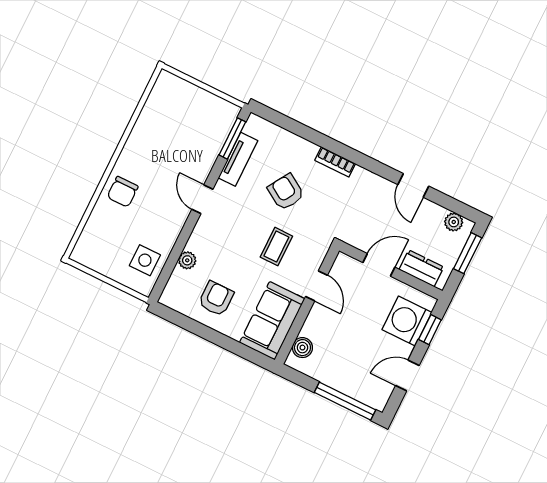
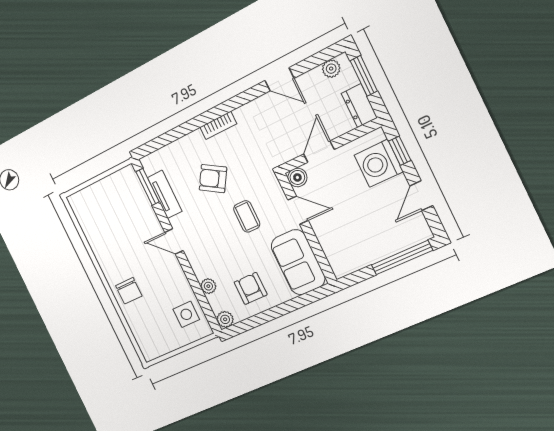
dresser: (421, 268) -> (359, 106), moved, turned -90
plant: (170, 298) -> (225, 319), added
boiler: (302, 348) -> (297, 177), moved

